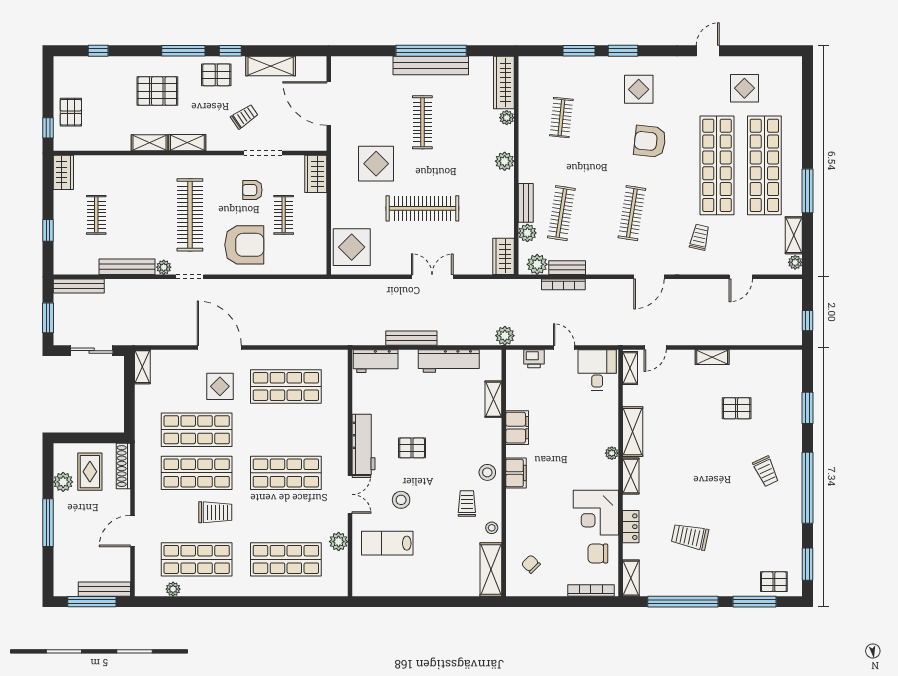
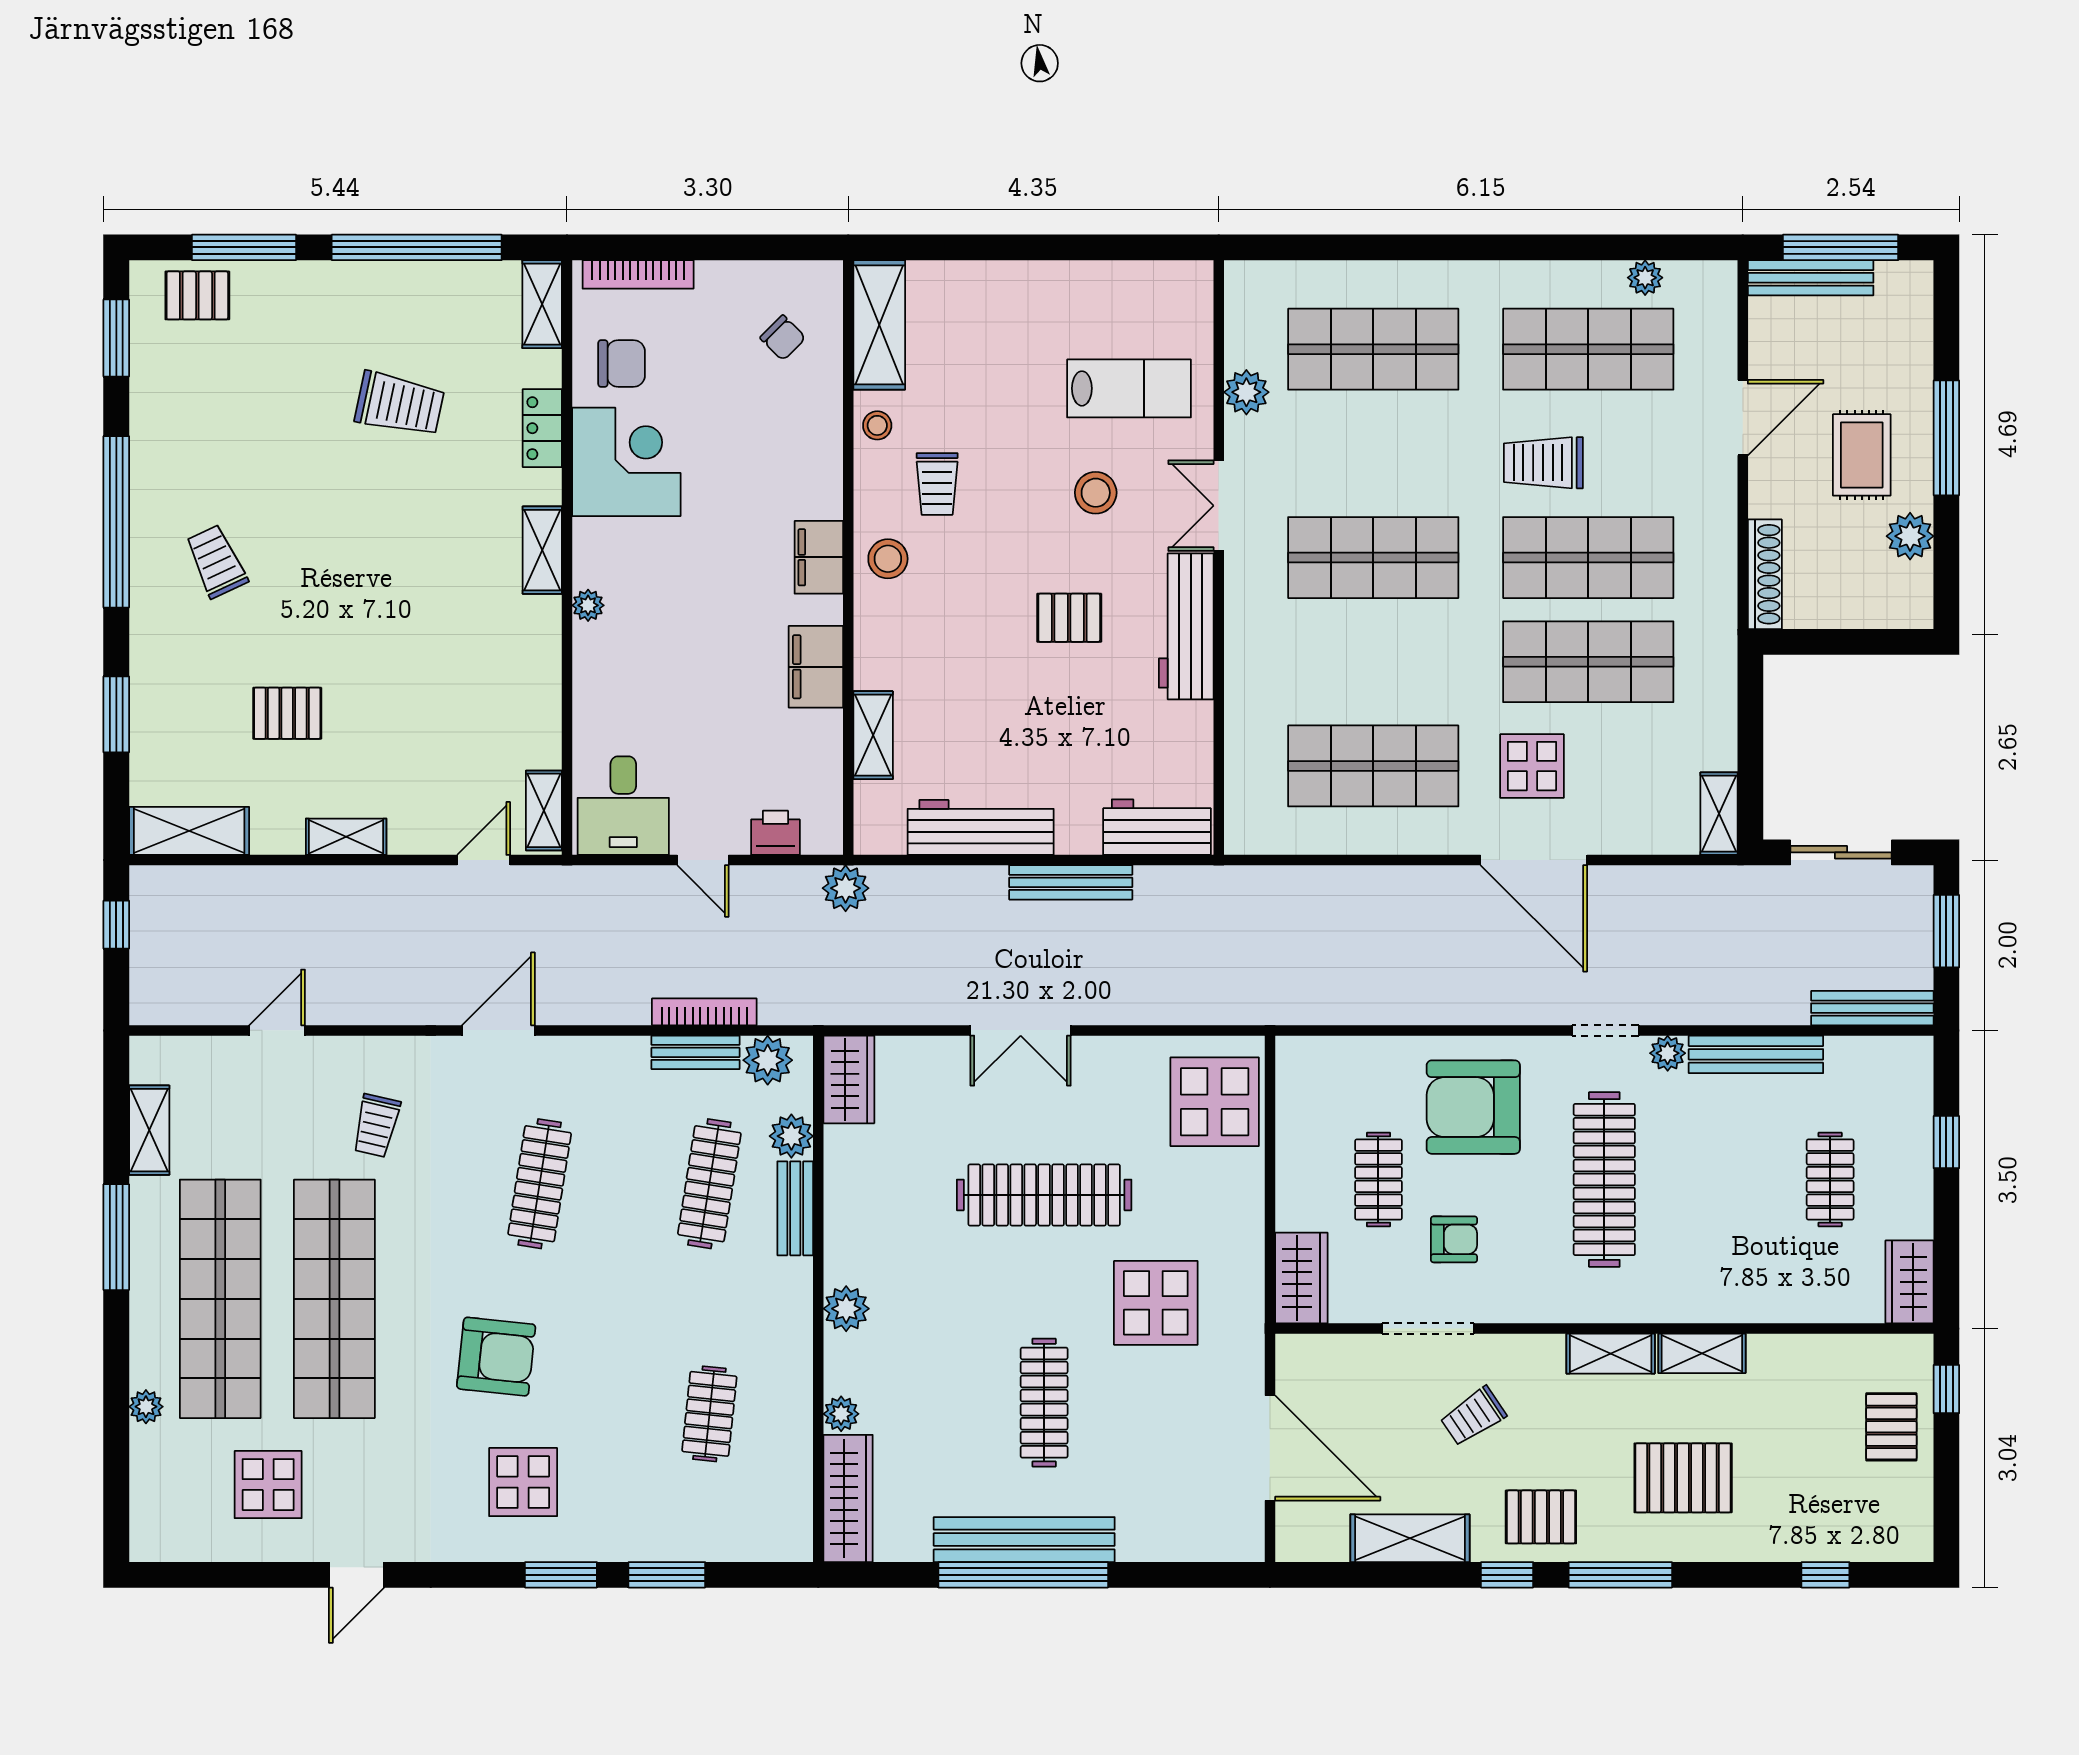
plant: (795, 262) -> (146, 1407), moved
shelving: (633, 432) -> (189, 831), moved, turned 90
rug: (90, 472) -> (1862, 455), moved

